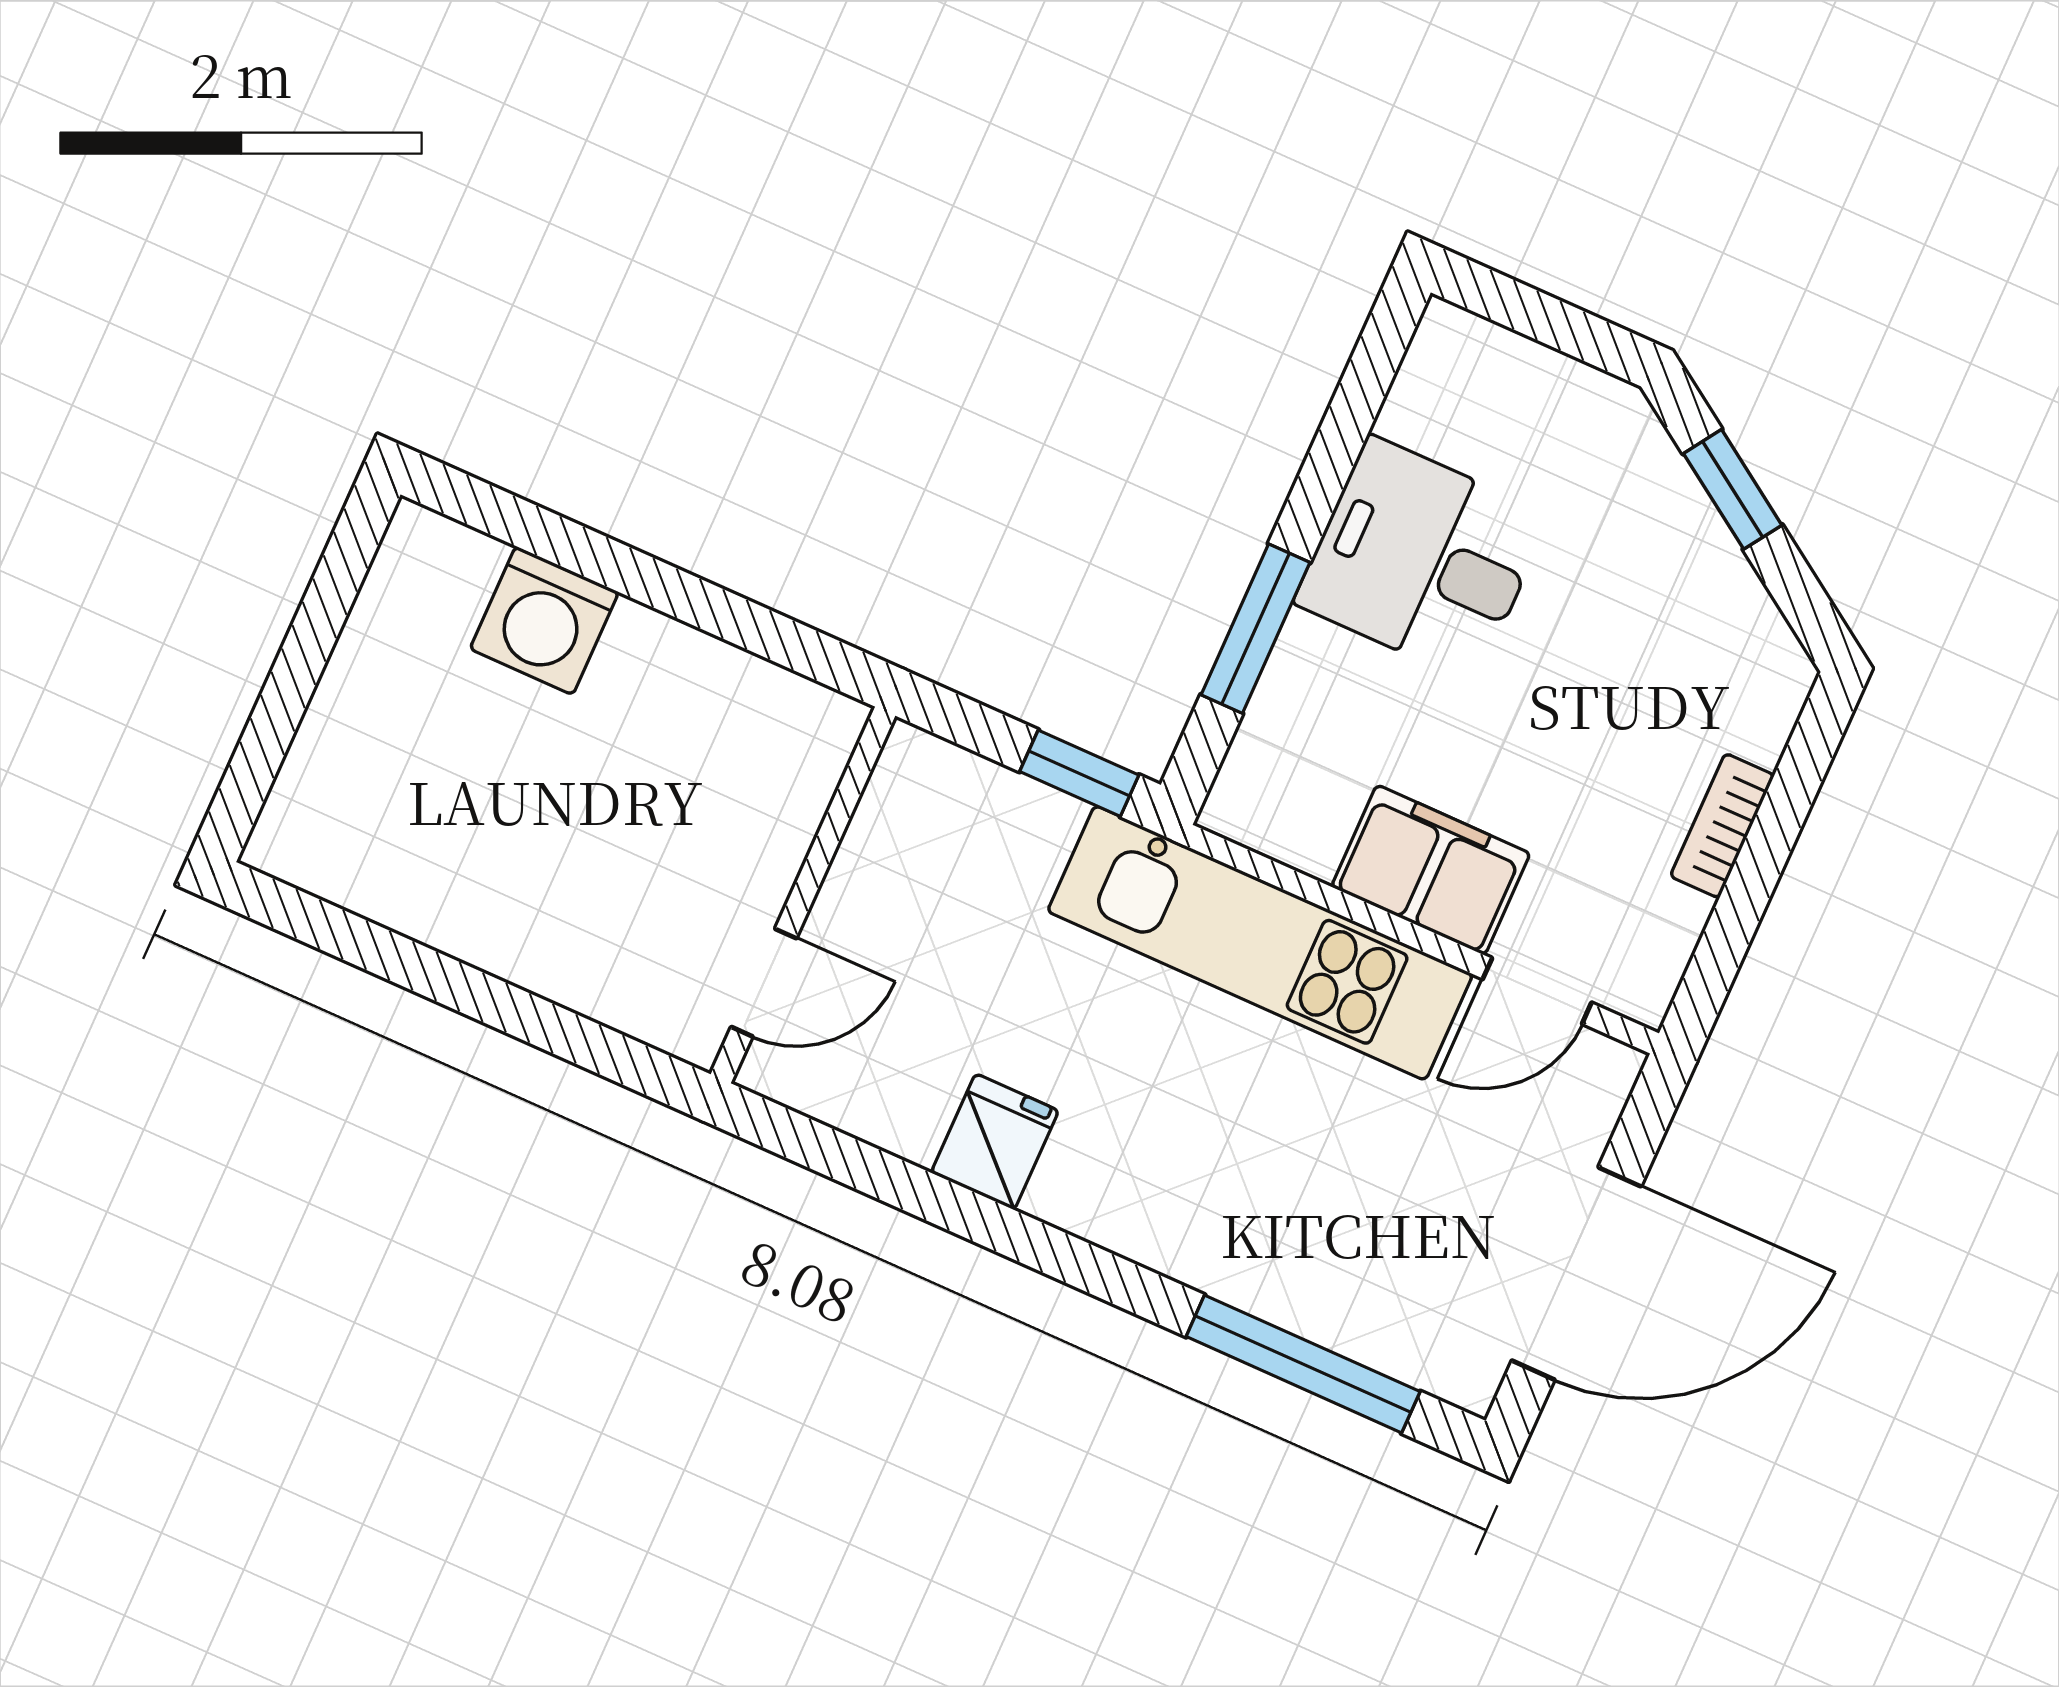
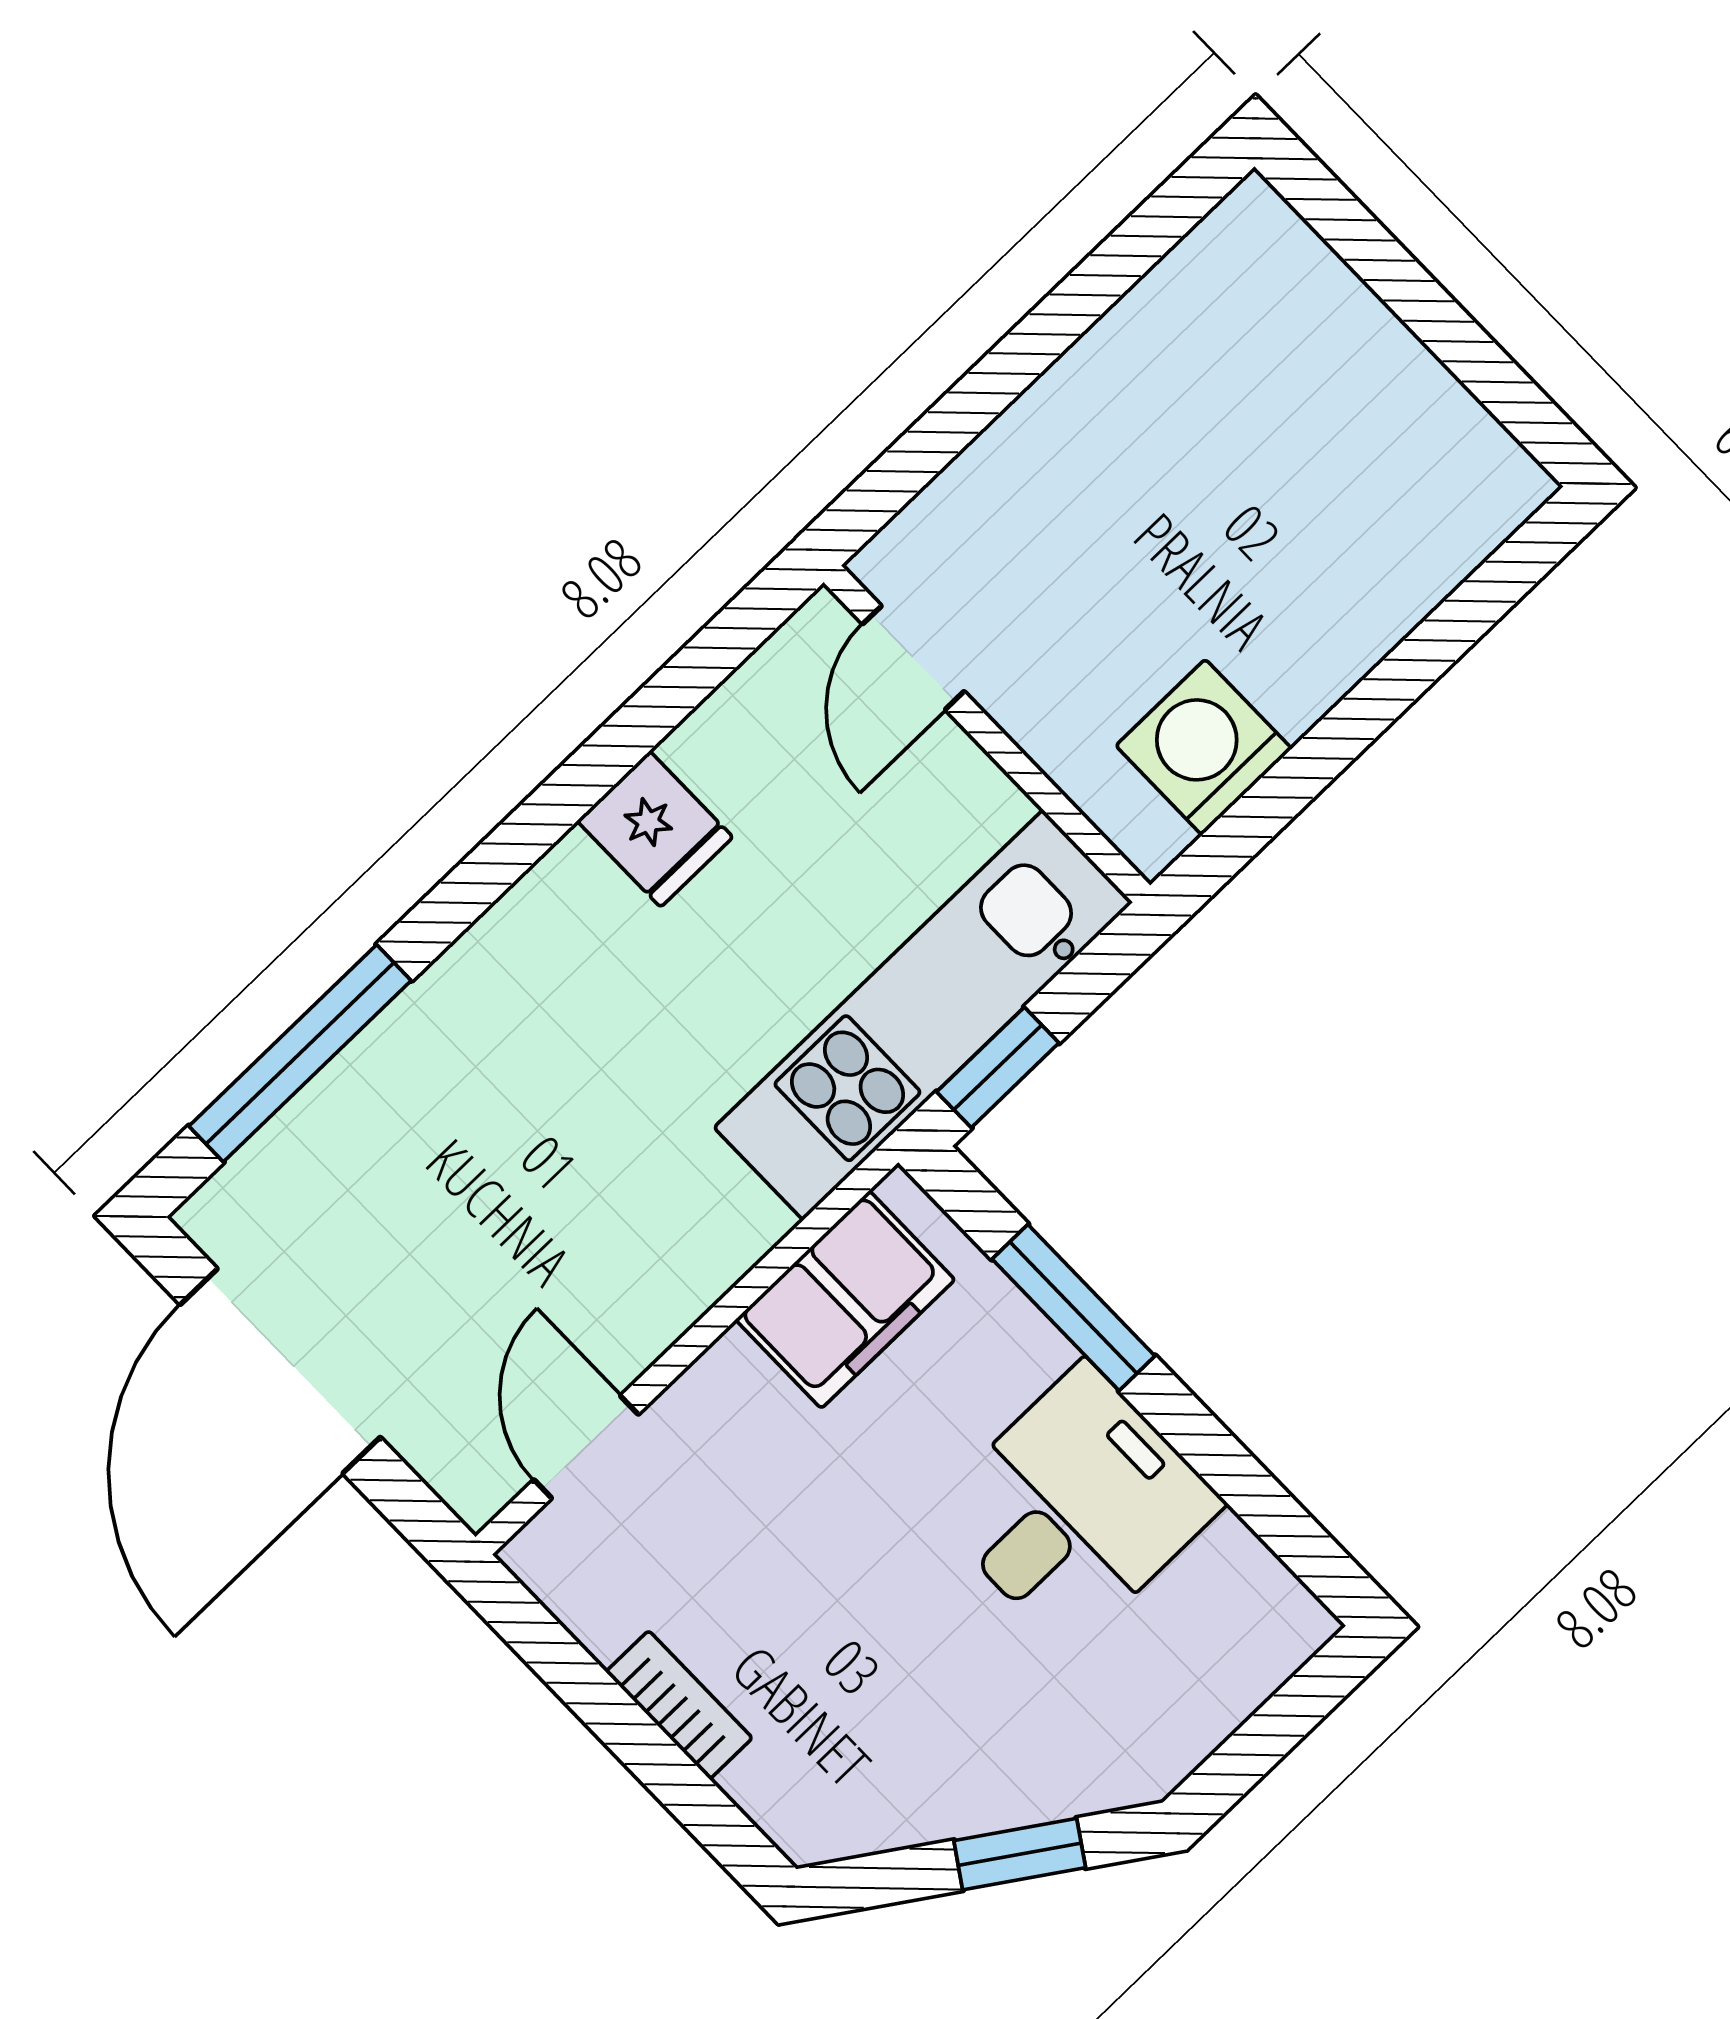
washing machine: (544, 621) -> (1204, 747), moved
filing cabinet: (1431, 870) -> (845, 1300), moved
kitchen unit: (1260, 943) -> (923, 1015), moved

